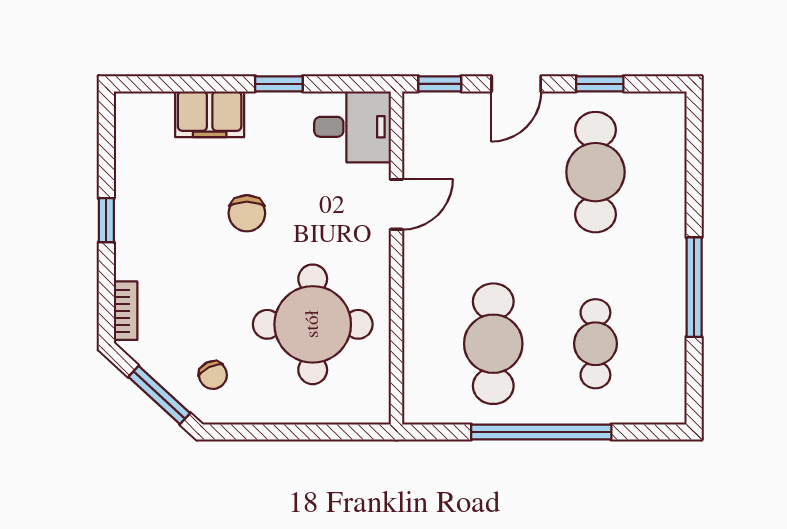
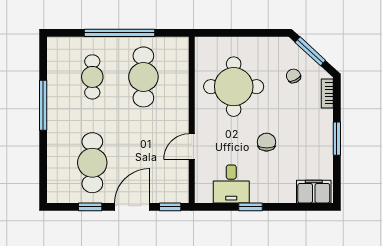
door: (516, 84) -> (132, 207), width x1.38
filing cabinet: (210, 114) -> (314, 192), moved
desk: (353, 127) -> (231, 184), moved, turned -90
window: (106, 220) -> (337, 139), width x1.50
chair: (213, 375) -> (294, 76), moved

